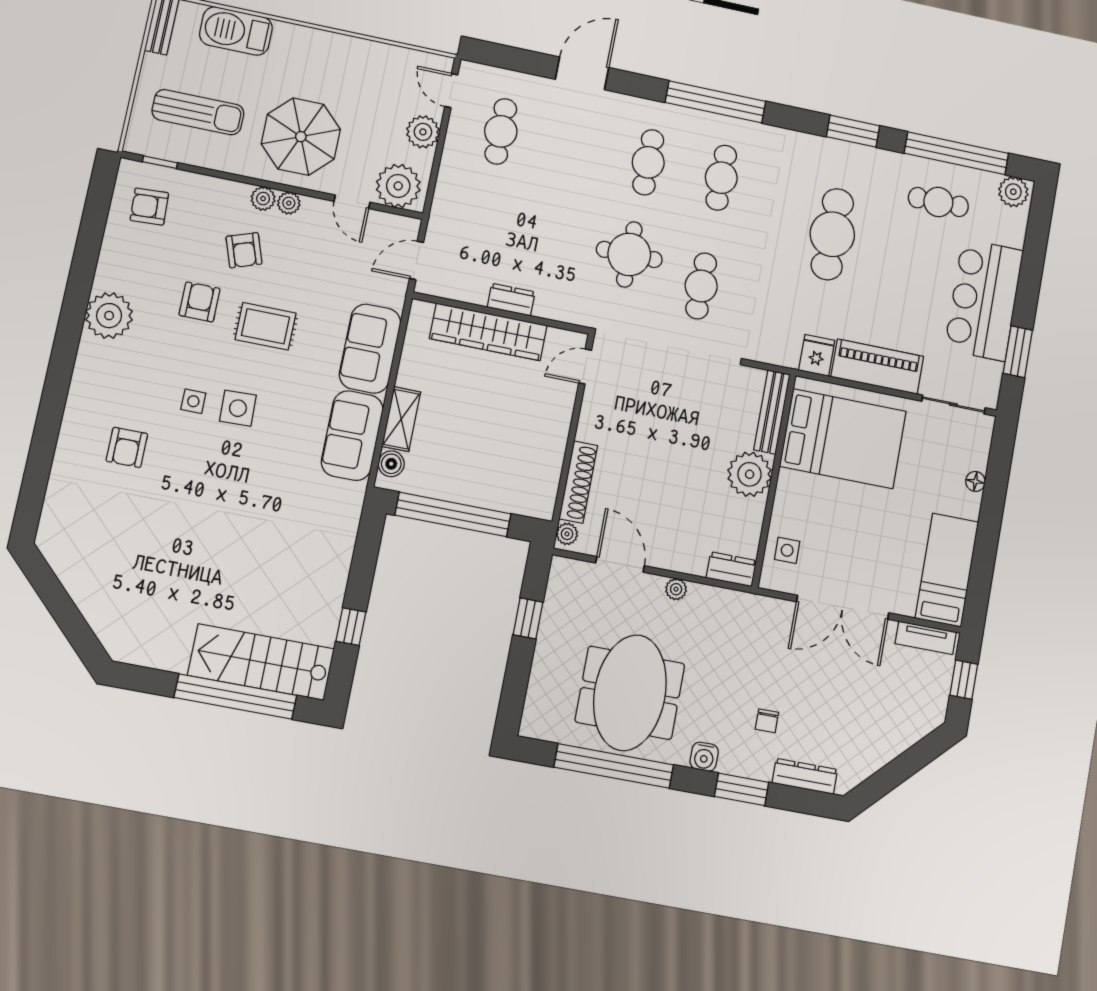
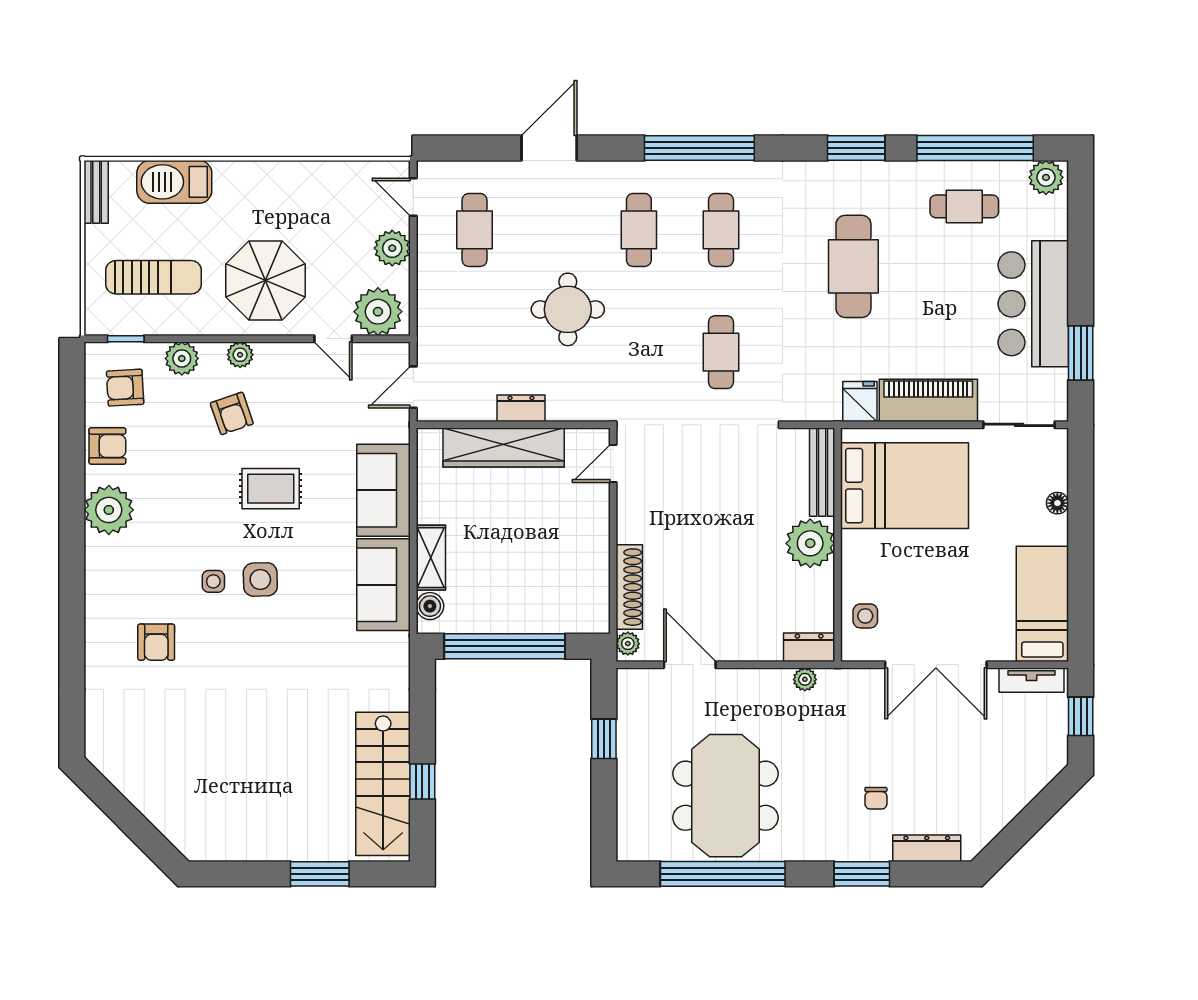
plant: (289, 203) -> (182, 358), moved, width x1.38, depth x1.38
round table: (629, 254) -> (568, 309), moved
armchair: (200, 302) -> (107, 446), moved, turned 90
plant: (676, 589) -> (805, 679), moved
stairs: (261, 662) -> (383, 784), moved, turned -90
window: (235, 696) -> (320, 874), width x0.47
water cooler: (704, 757) -> (816, 847), removed

